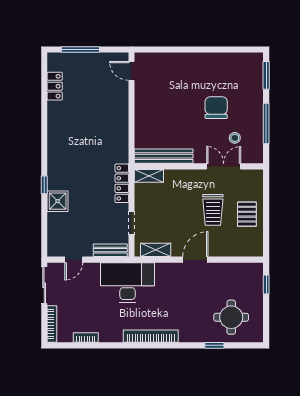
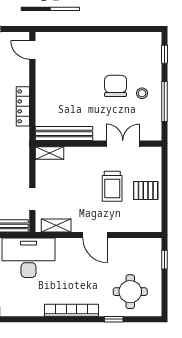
window: (266, 75) -> (164, 54), width x0.67
stool: (235, 138) -> (142, 93), moved
locker: (122, 183) -> (23, 106), moved
pallet: (247, 214) -> (146, 191), turned 90
door: (195, 260) -> (95, 235), swing flipped
bookcase: (151, 336) -> (71, 310), moved

